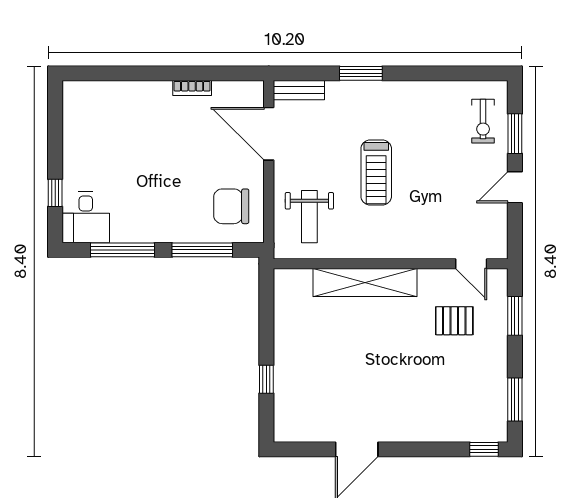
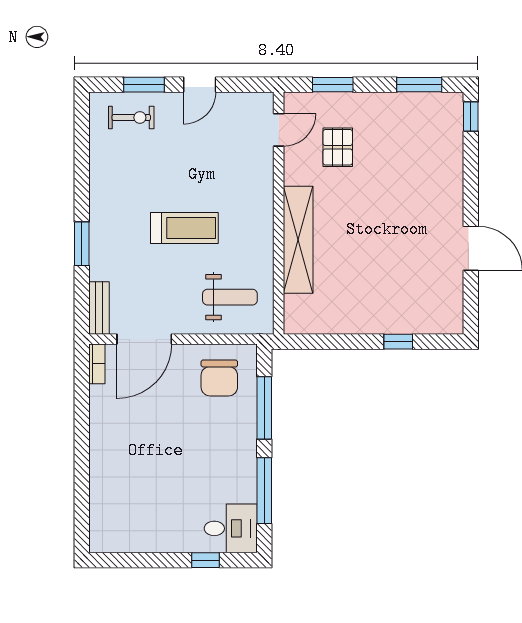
bookcase: (192, 88) -> (97, 364), moved
door: (515, 187) -> (200, 85), hinge flipped

